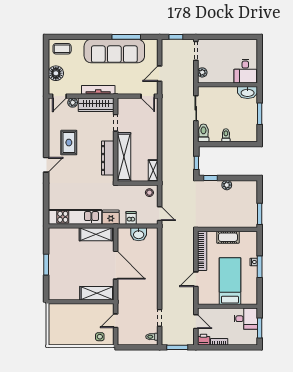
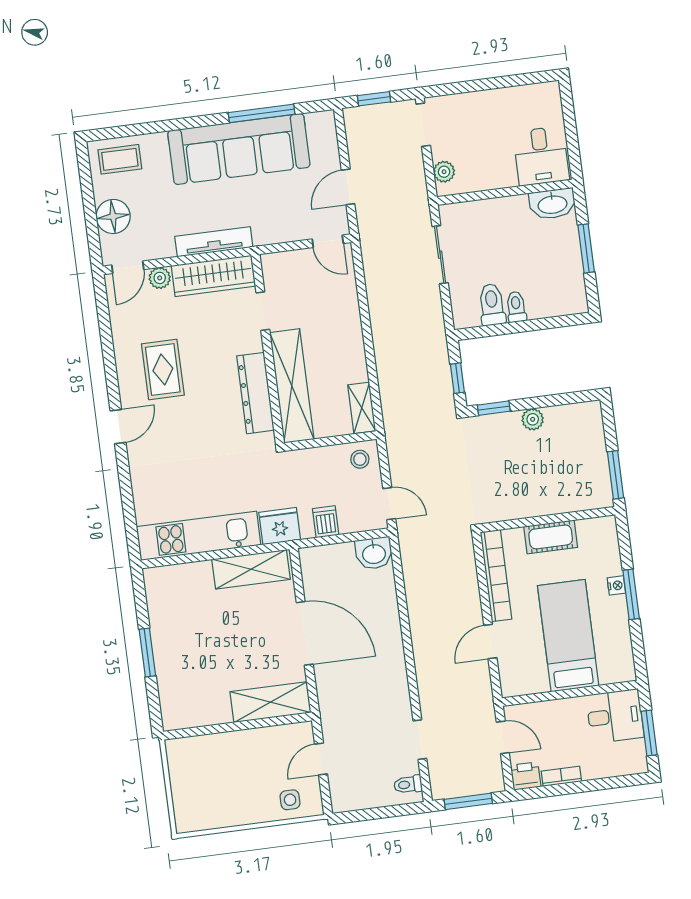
toilet: (203, 133) -> (492, 305), moved
washbasin: (139, 234) -> (374, 553), moved

